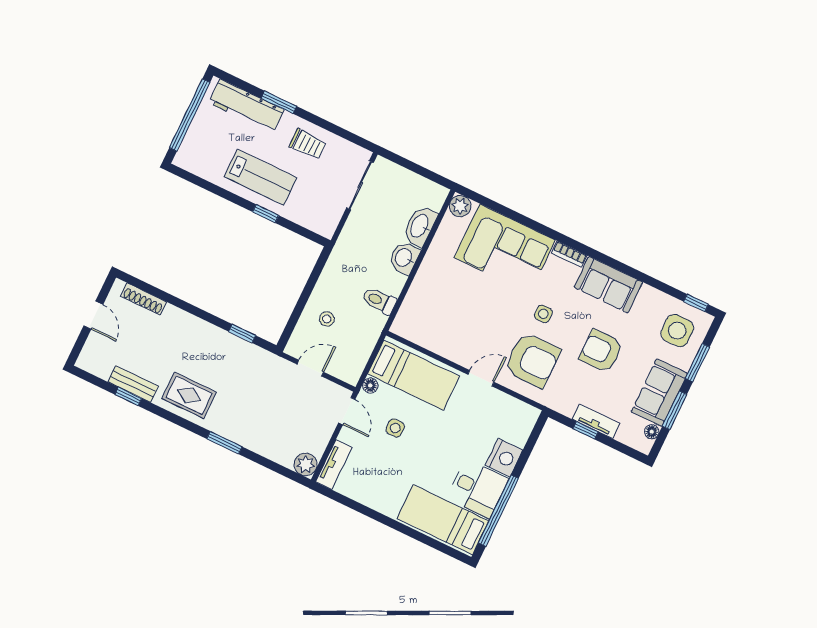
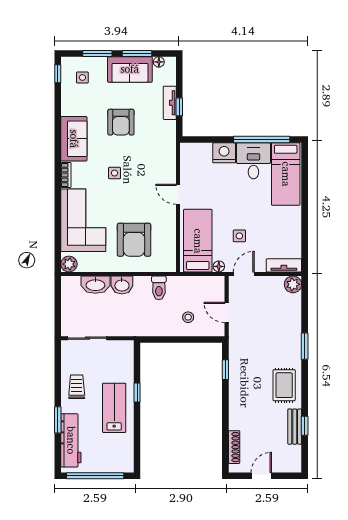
side table: (677, 331) -> (82, 78), width x0.54, depth x0.54
armchair: (532, 360) -> (134, 240), moved, turned 180

